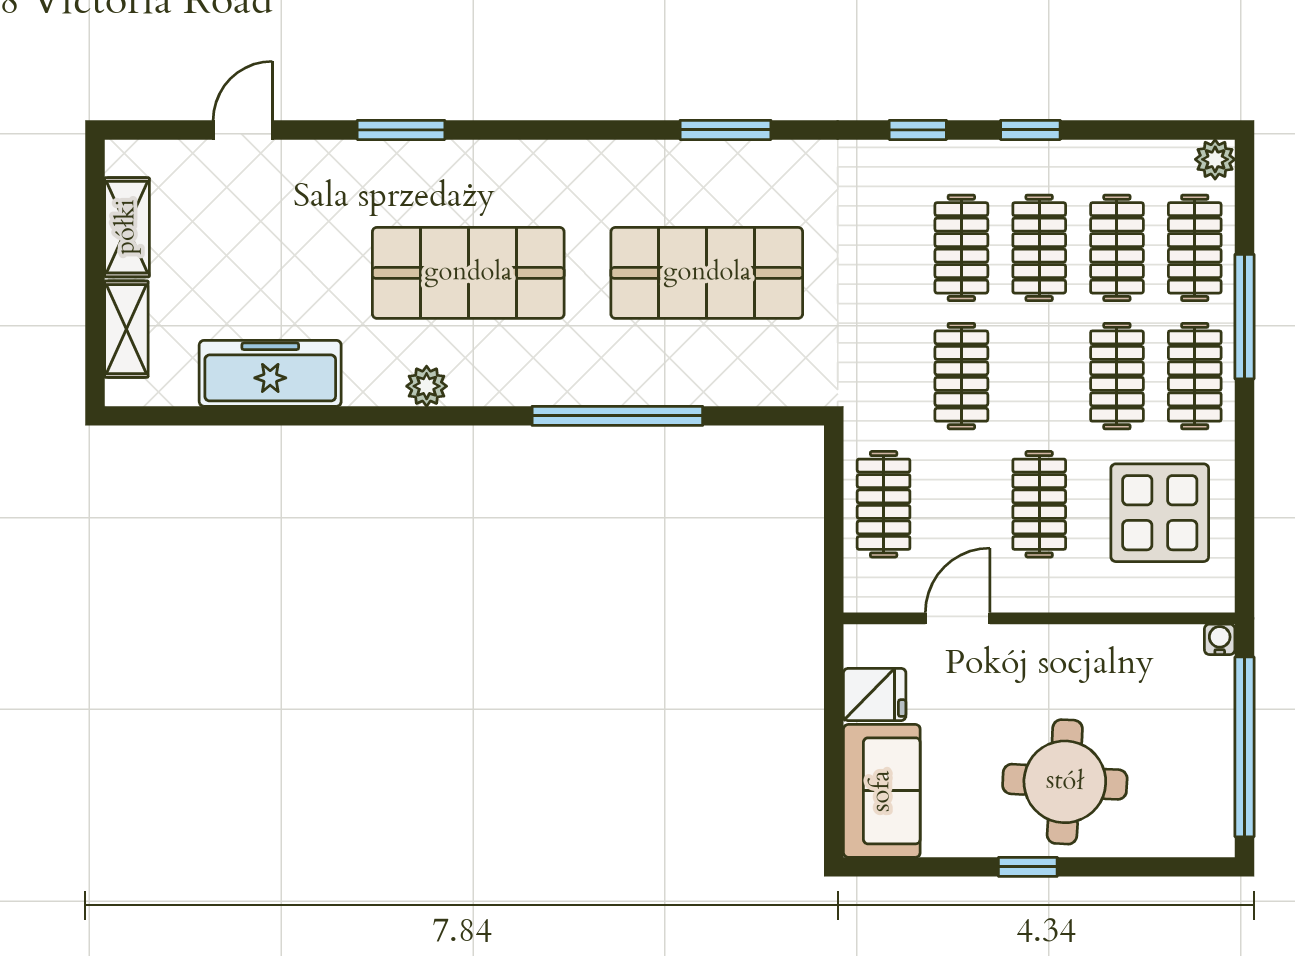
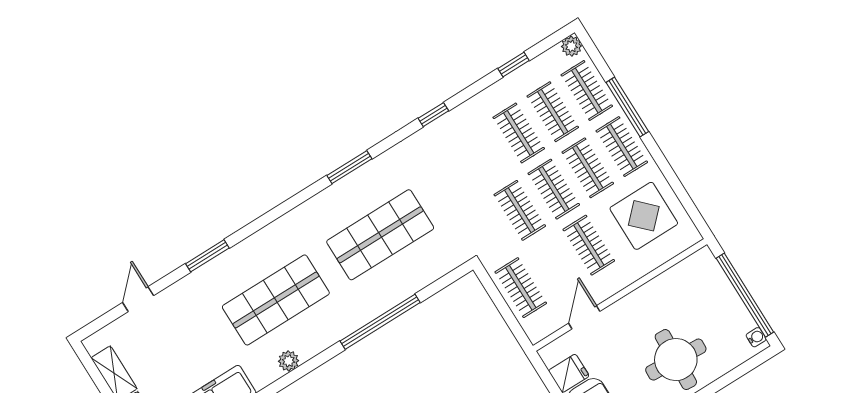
window: (1030, 130) -> (513, 65), moved
clothes rail: (961, 248) -> (554, 189), moved
water cooler: (1220, 639) -> (756, 337), moved, turned 90

